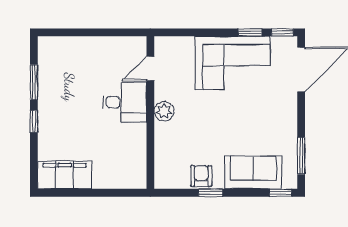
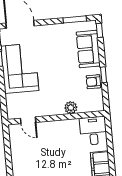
desk: (125, 102) -> (93, 131), moved
plant: (164, 111) -> (71, 108), moved

